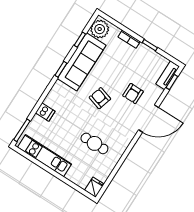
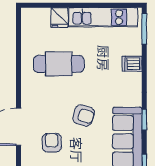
cafe table: (94, 143) -> (59, 64), width x1.37, depth x1.35
fridge: (94, 187) -> (59, 18), moved

